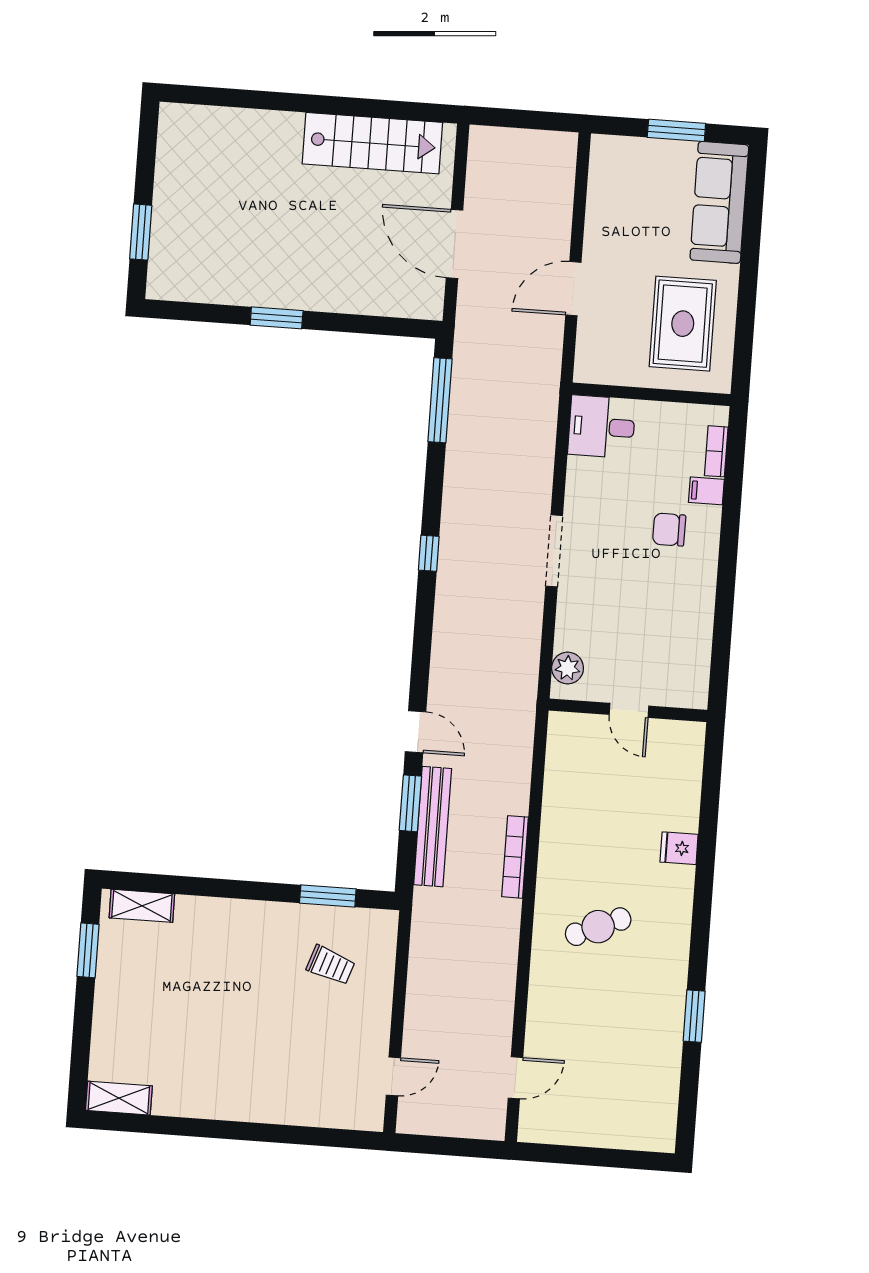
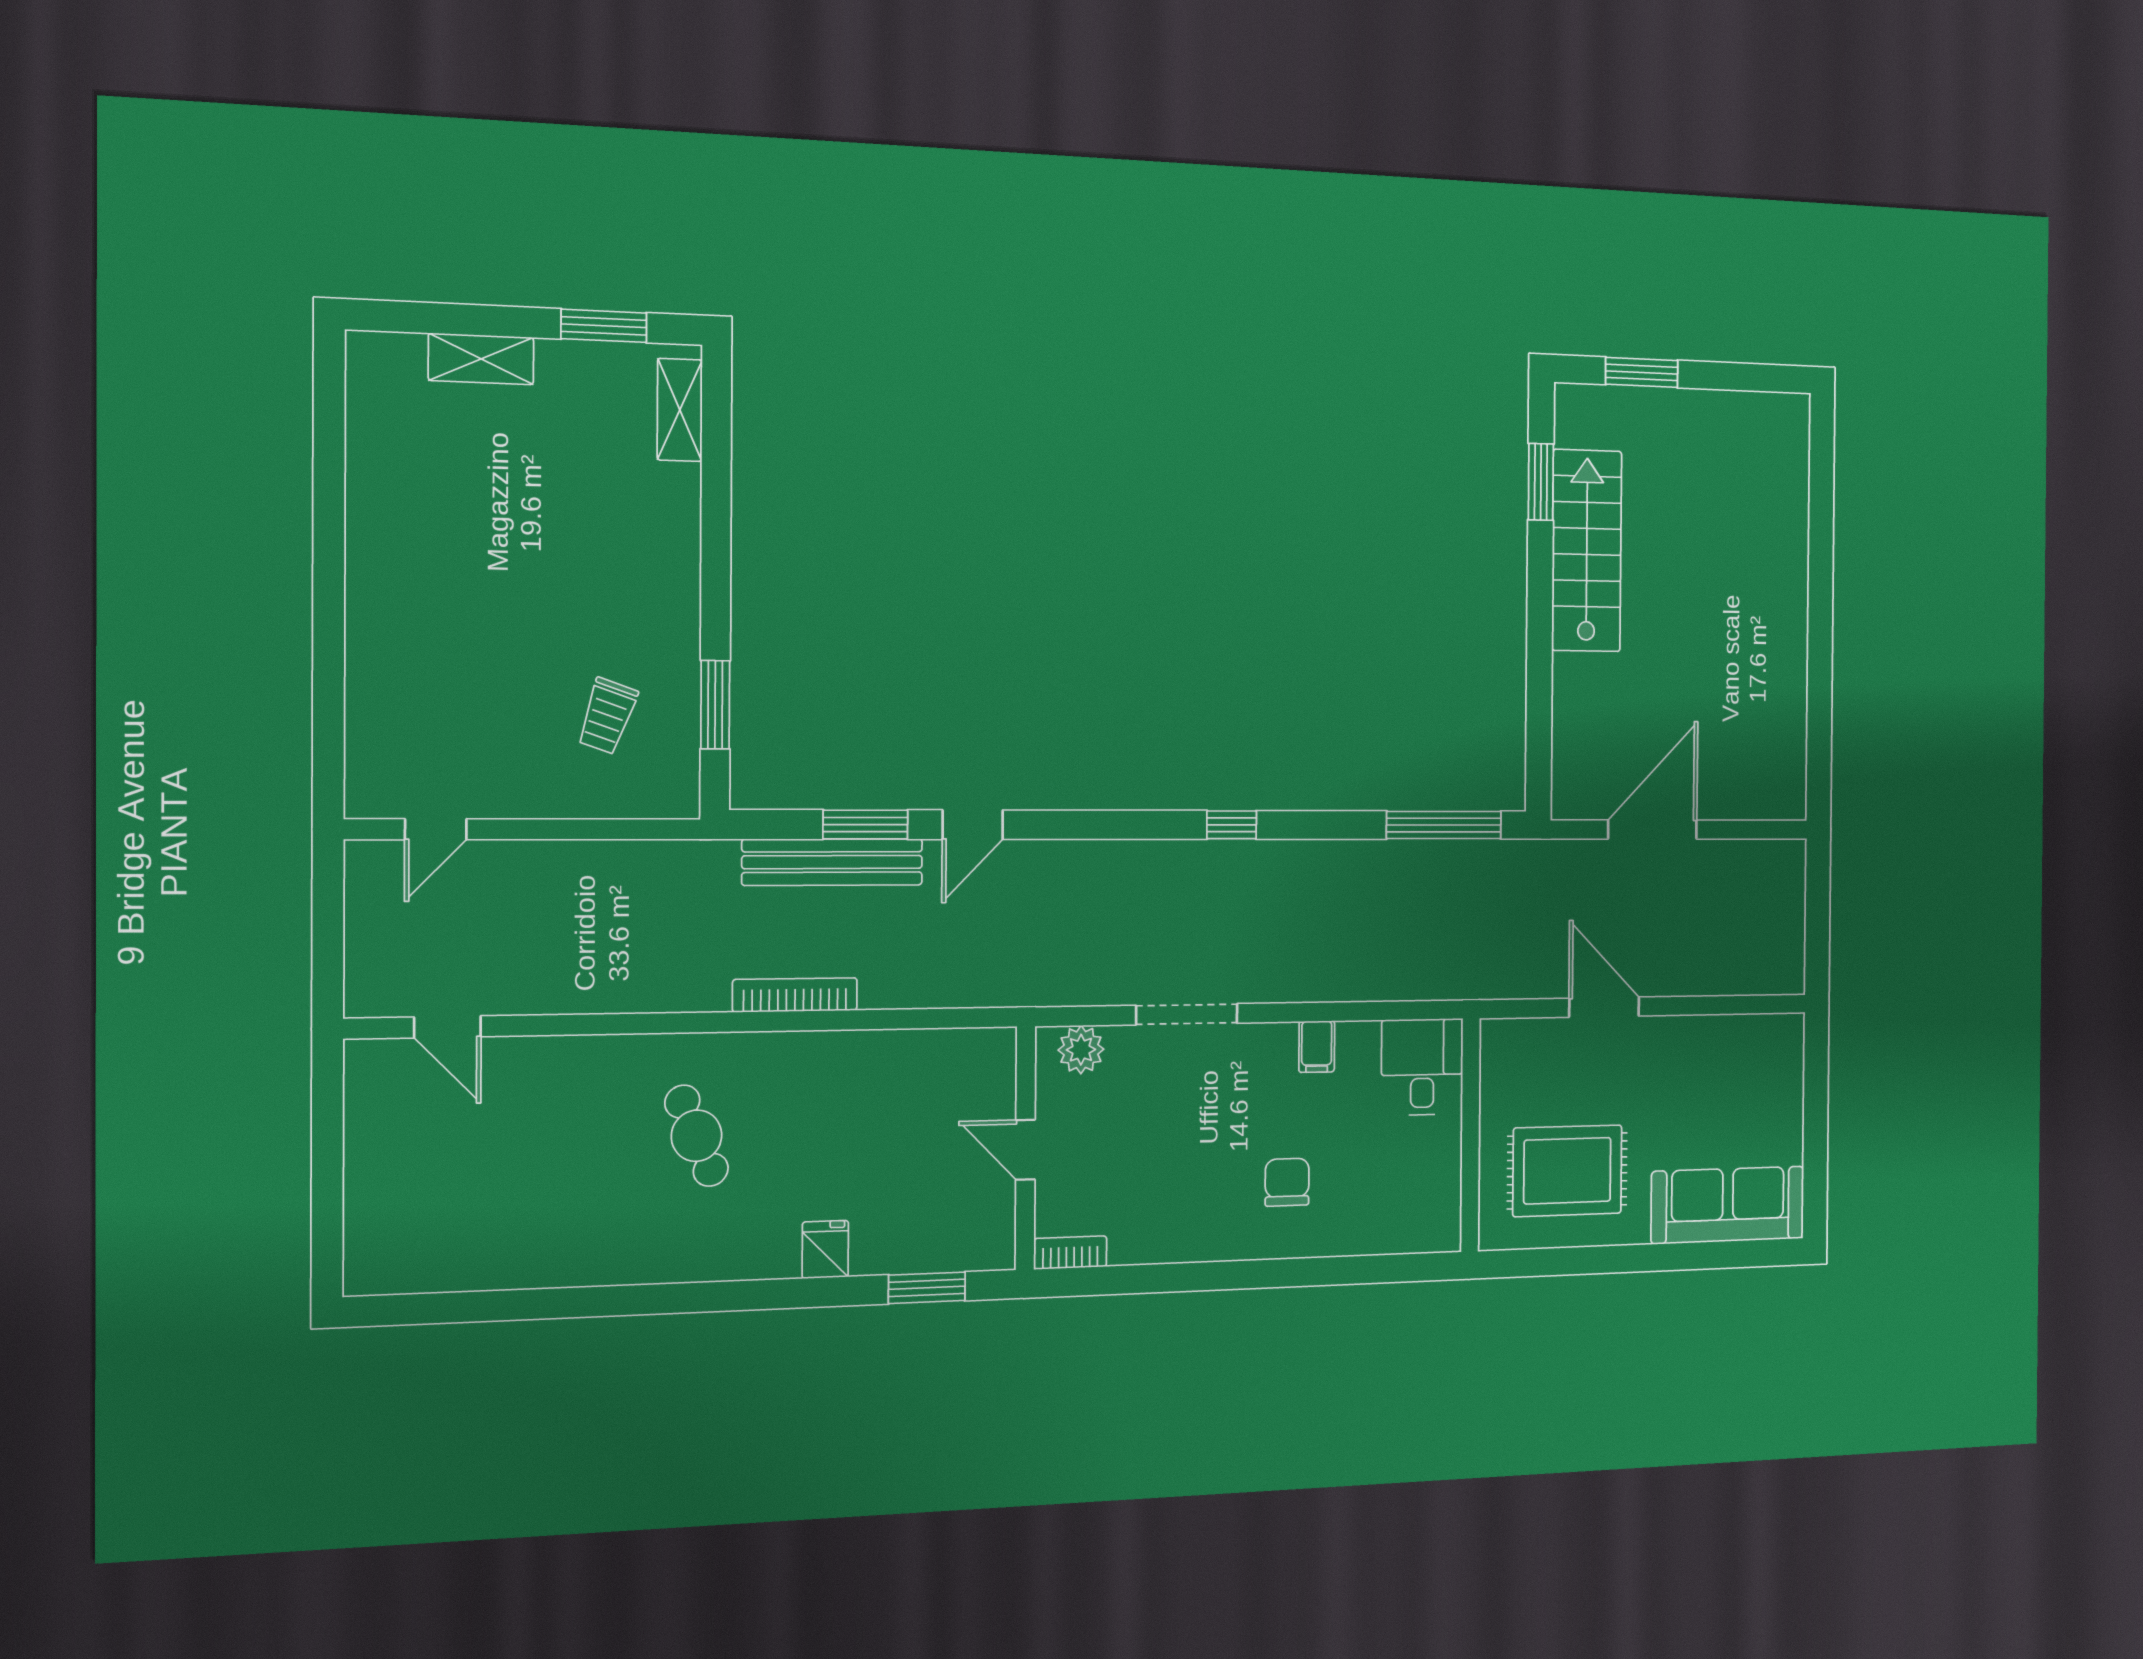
window: (676, 130) -> (1816, 1133), removed
stairs: (372, 143) -> (1587, 551), moved, turned 180
window: (277, 318) -> (1541, 482), moved
bookcase: (716, 451) -> (1070, 1253), moved
filing cabinet: (706, 491) -> (1317, 1047), moved, turned 180
doorway: (554, 551) -> (1187, 1014), moved
door: (629, 710) -> (1025, 1150), hinge flipped
window: (694, 1016) -> (927, 1288), moved
door: (393, 1076) -> (436, 829), hinge flipped
shelving: (119, 1098) -> (481, 359), moved, turned 90

